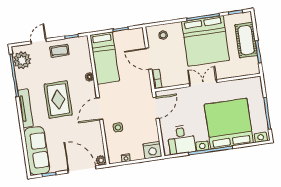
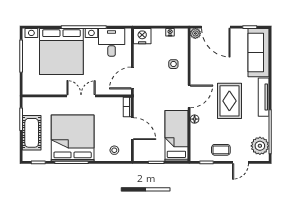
double door: (203, 83) -> (81, 96), swing flipped
door: (100, 109) -> (189, 96), moved

